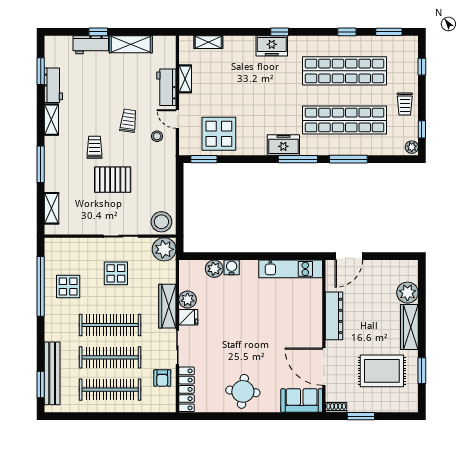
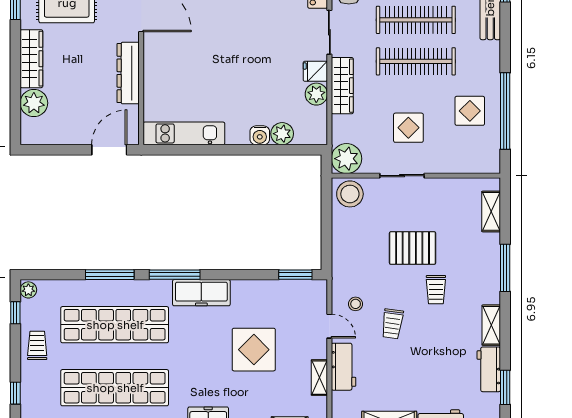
display table: (219, 134) -> (254, 350), moved
freezer: (283, 145) -> (201, 293), width x1.40

